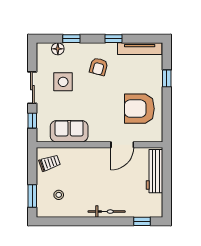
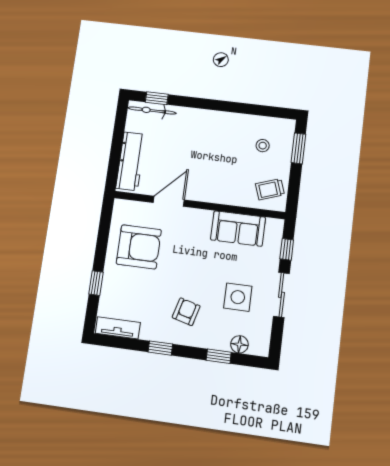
tv unit: (140, 49) -> (118, 328), width x0.71
bicycle: (107, 212) -> (152, 111), moved

